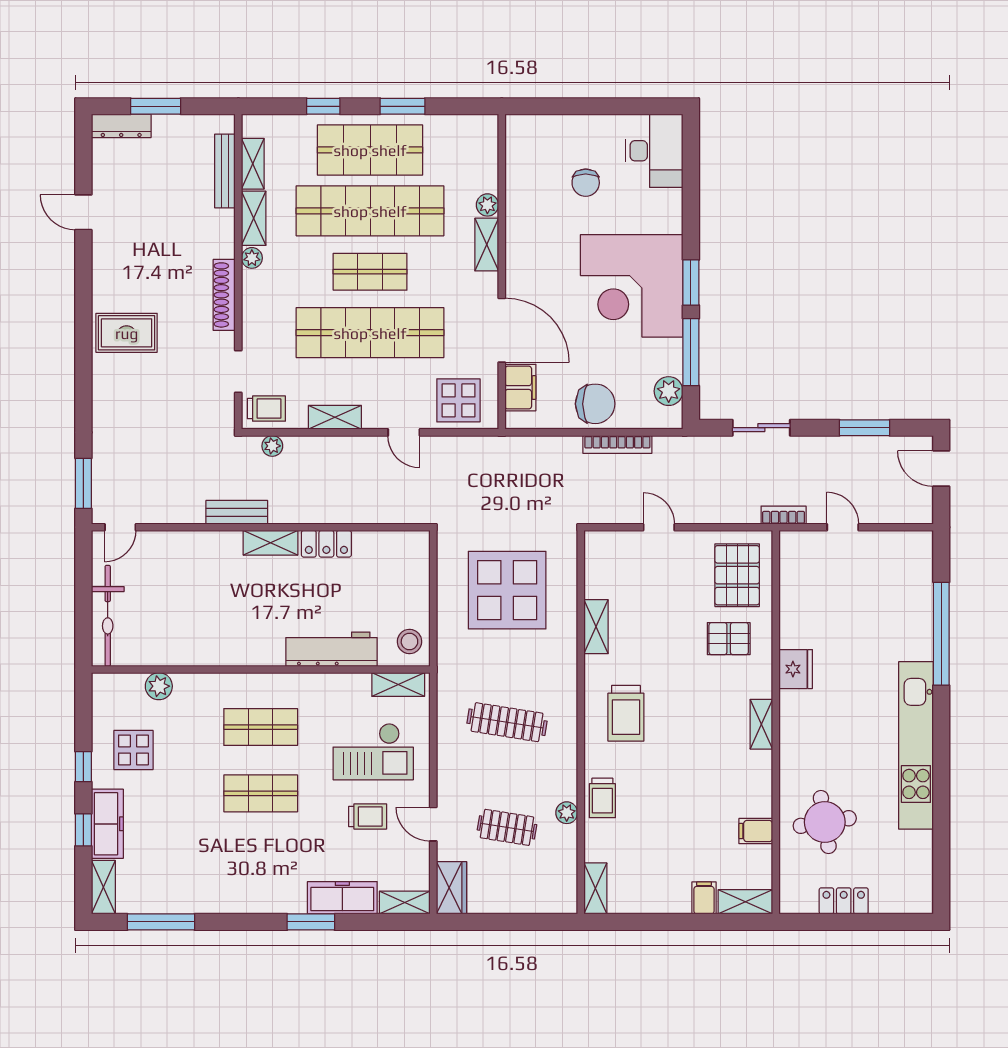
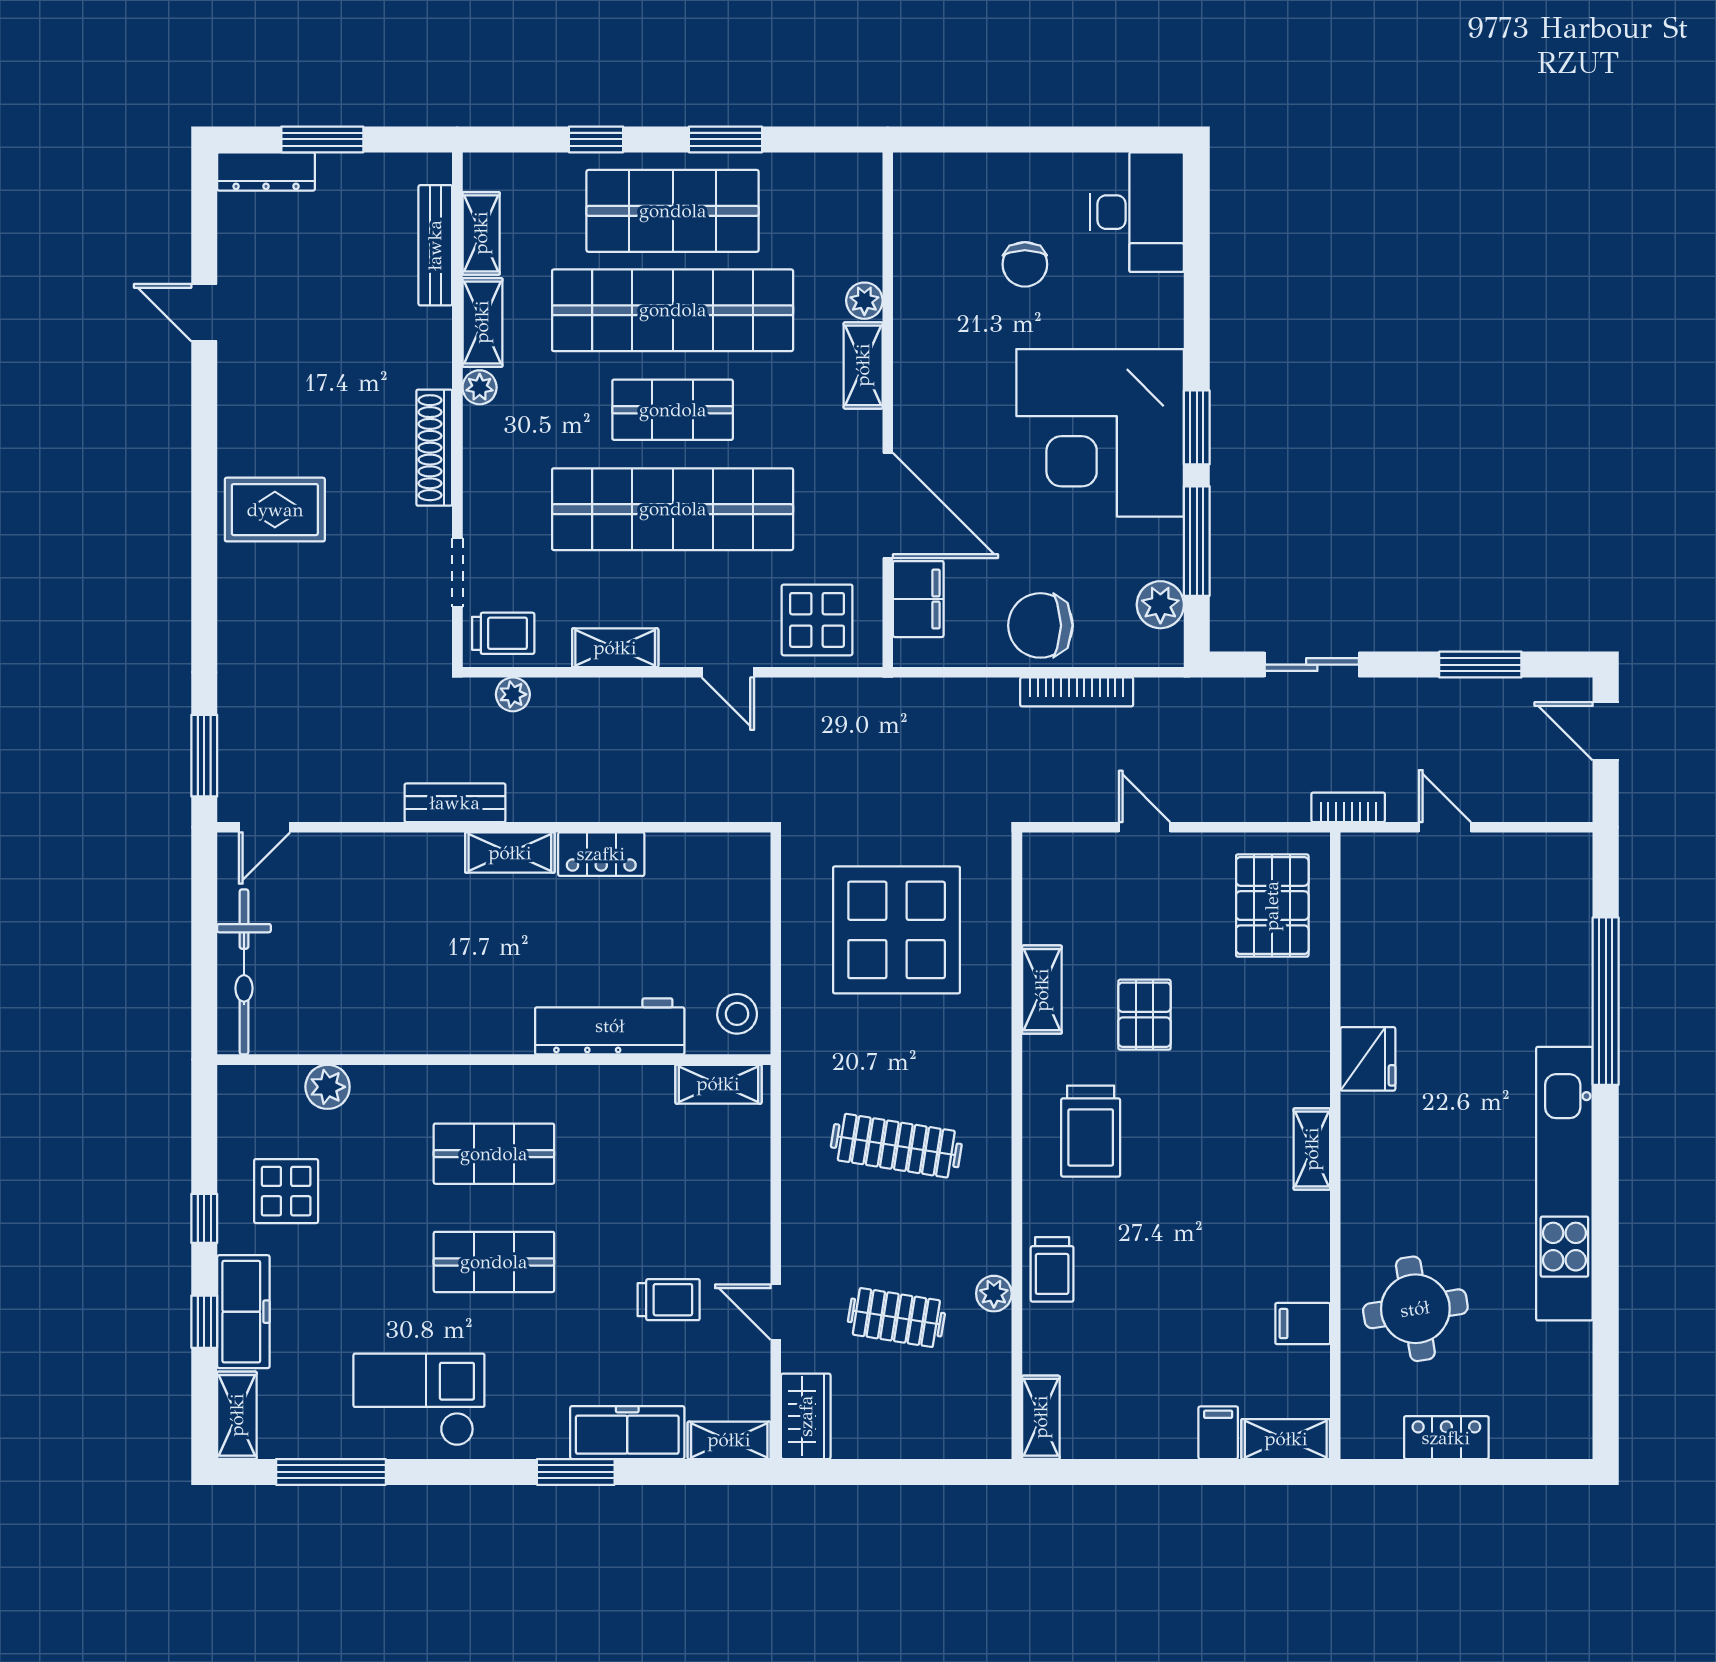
chair: (595, 404) -> (1040, 625), turned 180
pallet: (729, 639) -> (1144, 1015), moved, turned 90
checkout: (373, 752) -> (419, 1400), moved, turned 180

